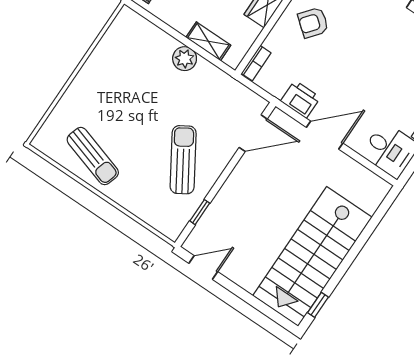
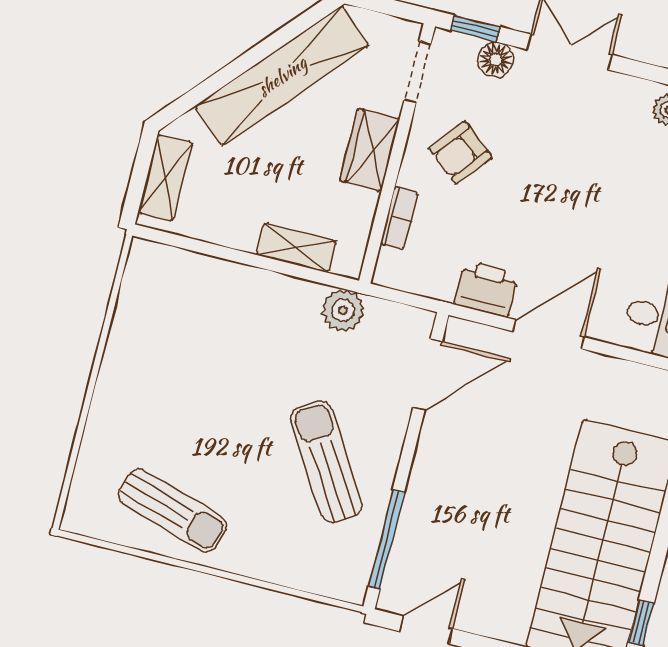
plant: (185, 59) -> (343, 310), moved
bookcase: (256, 63) -> (399, 218), moved
window: (200, 212) -> (386, 539), width x2.17

